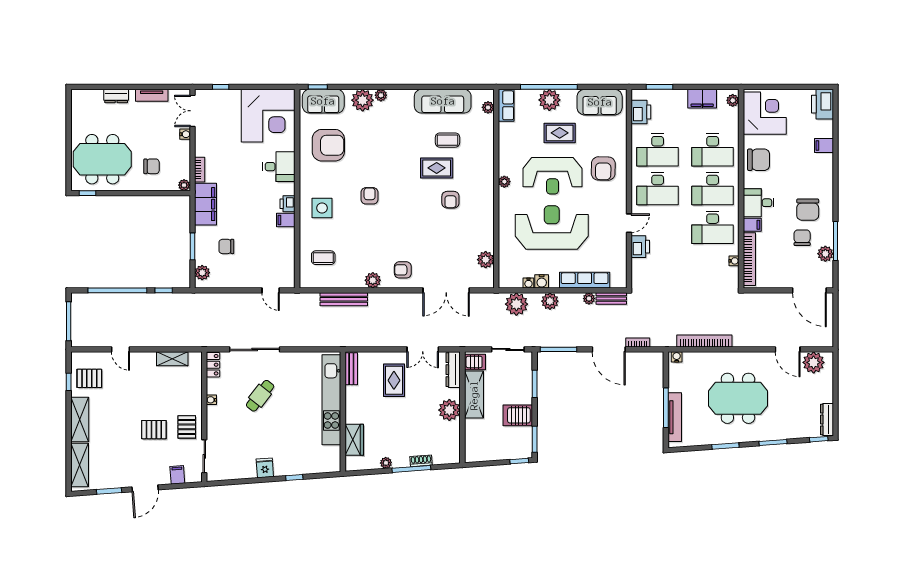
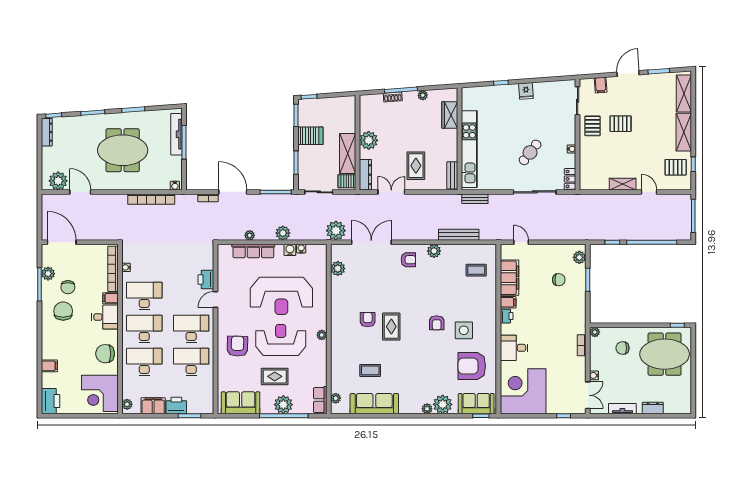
printer: (641, 112) -> (176, 406), moved, turned 90
rug: (437, 168) -> (391, 327), moved, turned 90
filing cabinet: (206, 204) -> (510, 278), moved, turned 180
side table: (322, 208) -> (464, 330), moved
bench: (611, 298) -> (475, 199), moved
plant: (516, 304) -> (336, 231), moved
shelving: (172, 359) -> (623, 184), moved

